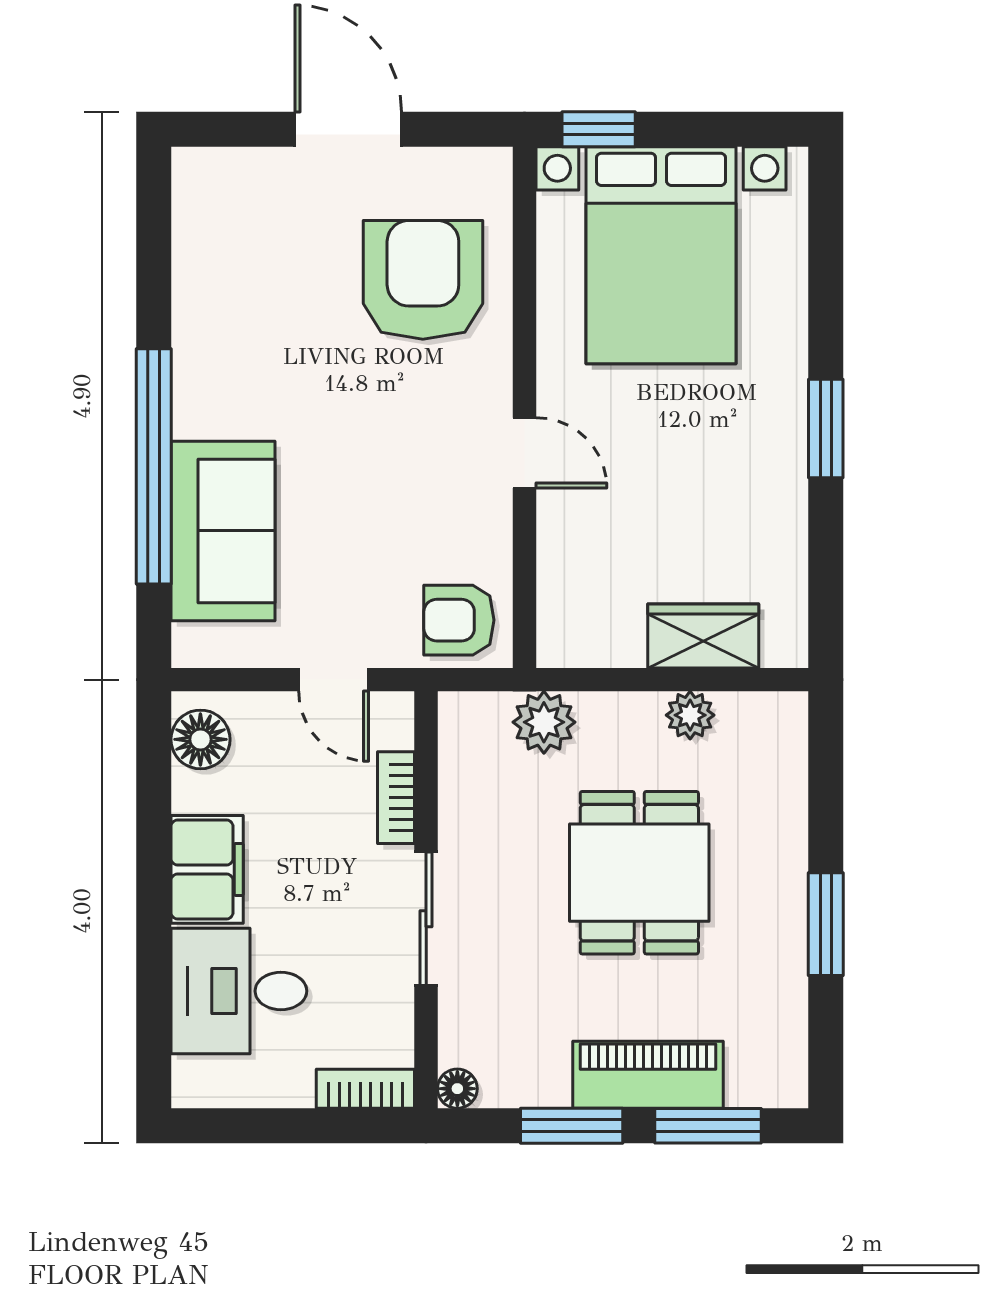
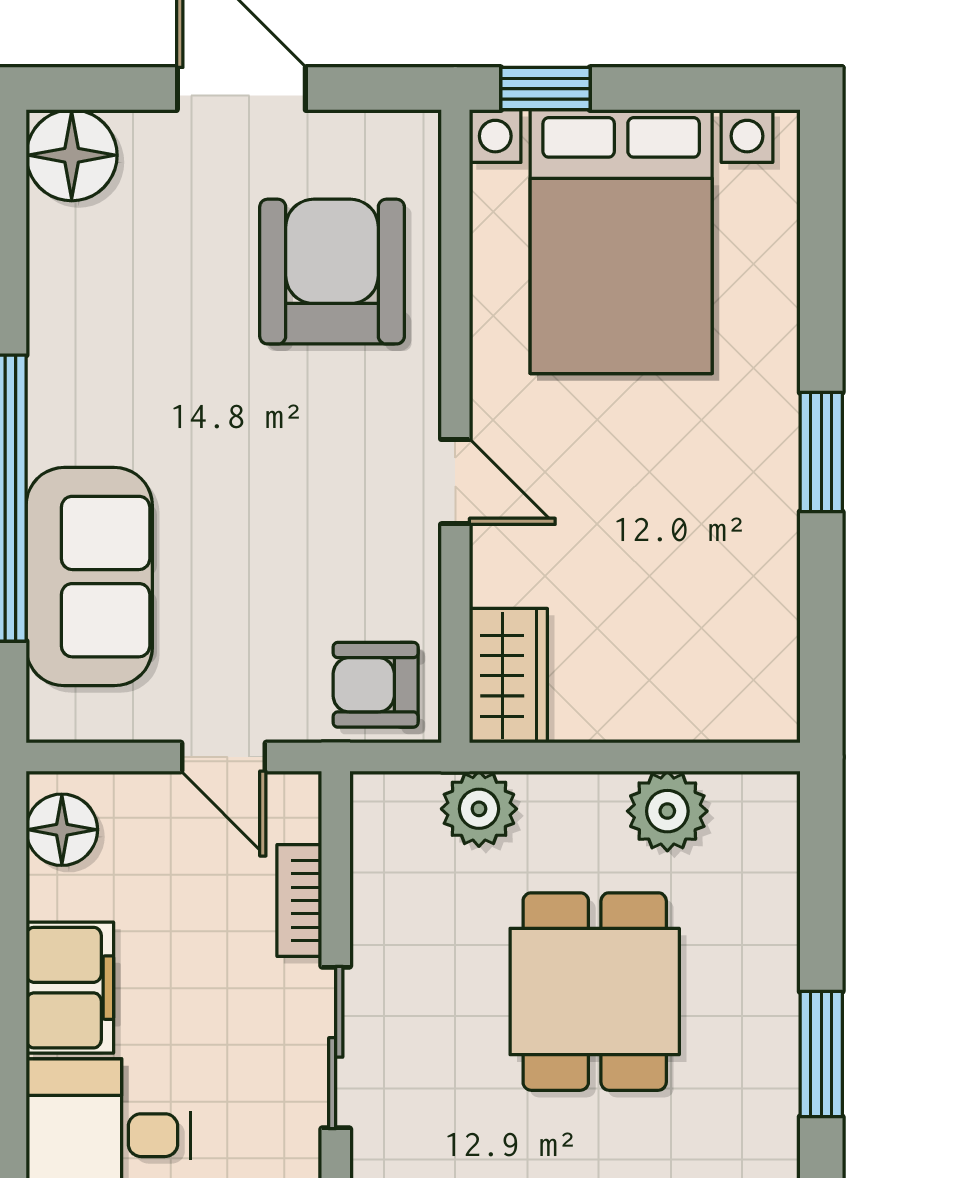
floor lamp: (209, 184) -> (72, 155), added
wardrobe: (703, 636) -> (508, 676), moved, turned 90
plant: (690, 715) -> (667, 811), width x1.38, depth x1.38

